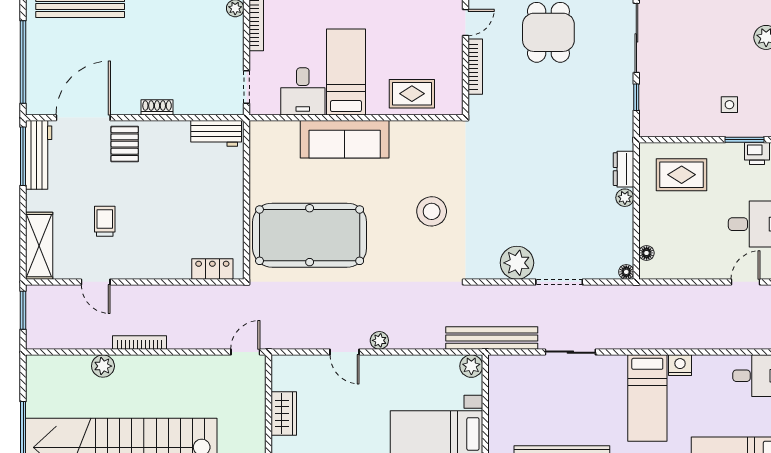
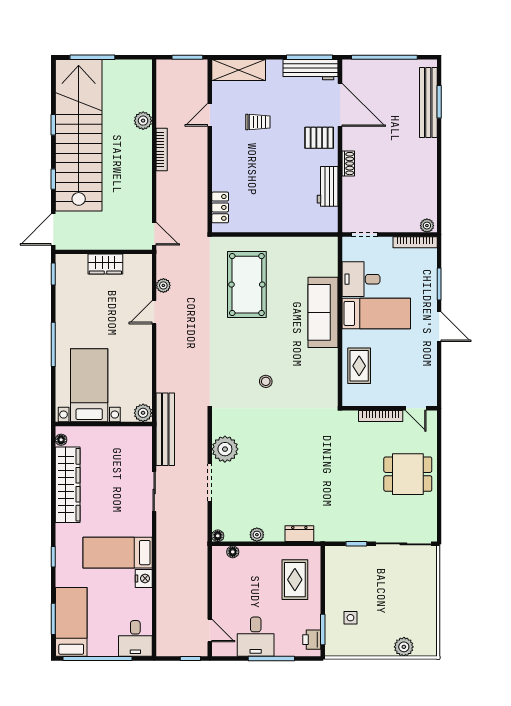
workbench: (216, 133) -> (328, 186), moved
plant: (625, 198) -> (257, 535), moved
stool: (432, 211) -> (266, 381), width x0.53, depth x0.53
pool table: (310, 235) -> (247, 285), width x0.73, depth x0.76
plant: (379, 340) -> (163, 285), moved

